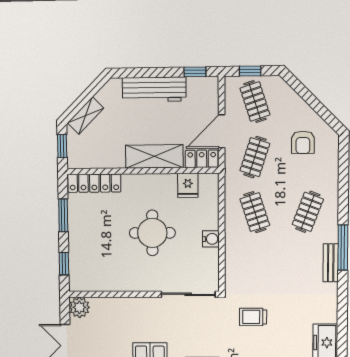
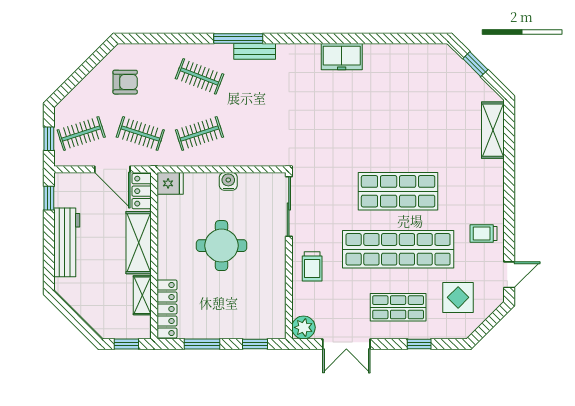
shelving: (86, 115) -> (142, 295), moved, turned 45
fridge: (188, 185) -> (170, 183), moved
trolley: (253, 317) -> (312, 266), moved

